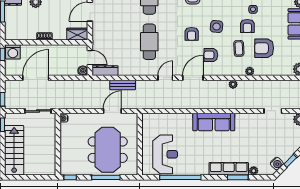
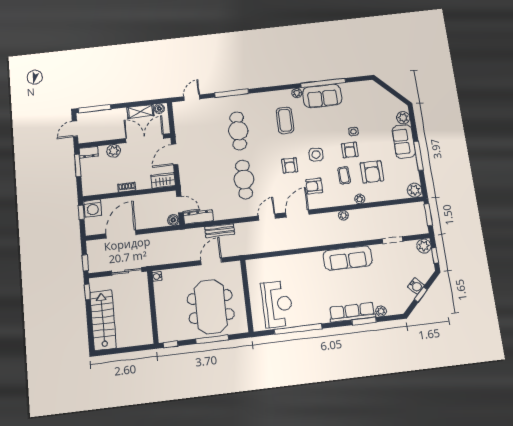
armchair: (264, 48) -> (372, 172), turned -90
sofa: (214, 122) -> (348, 258), moved
water cooler: (277, 163) -> (416, 286), moved

